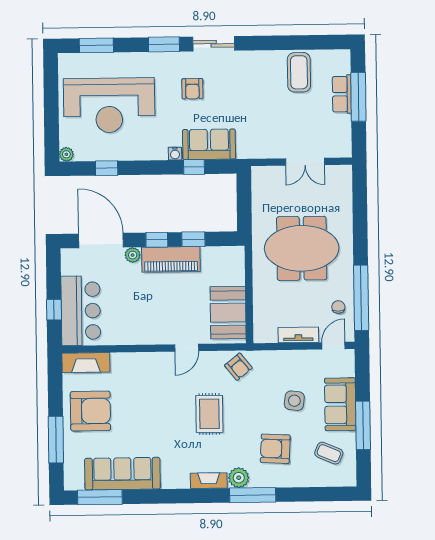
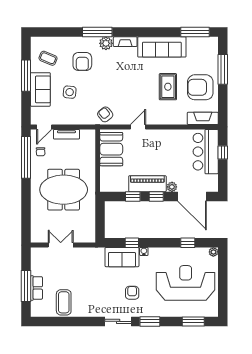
rug: (209, 414) -> (168, 87), moved
armchair: (275, 449) -> (82, 62), turned 87
sofa: (122, 474) -> (162, 47), moved

